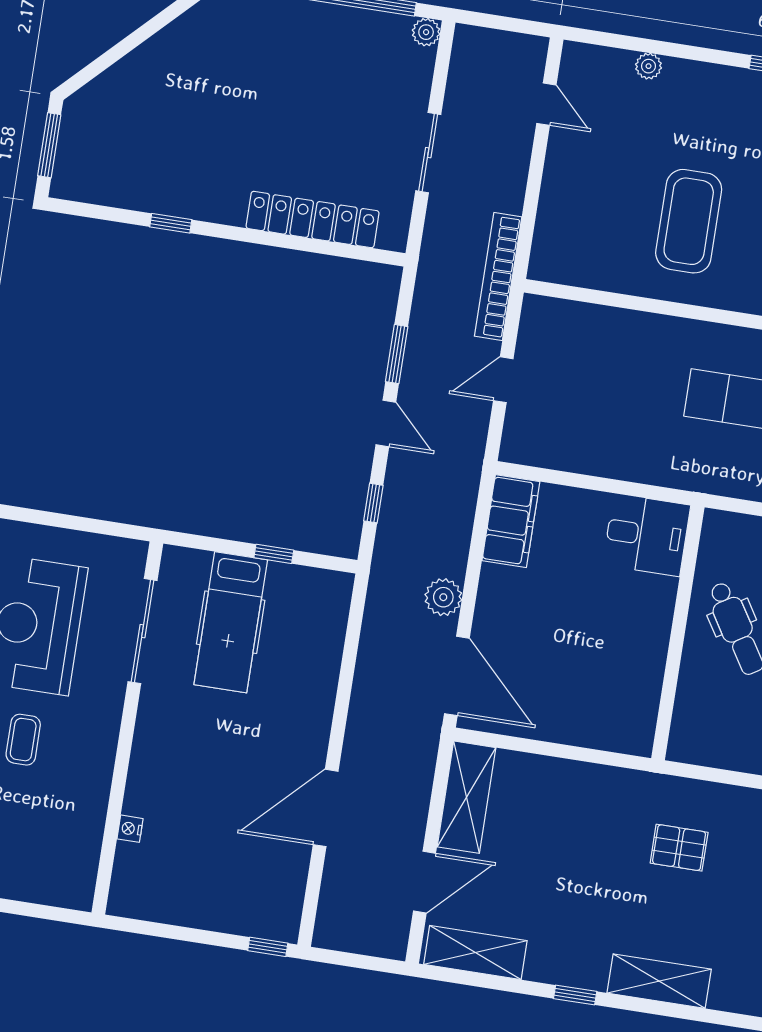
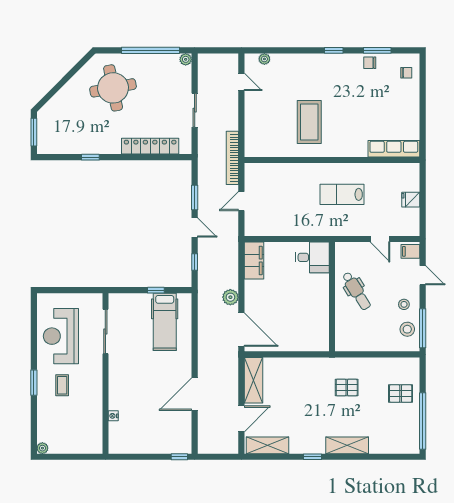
plant: (649, 66) -> (264, 59), moved
round table: (248, 72) -> (113, 88), added
hospital bed: (231, 622) -> (165, 322), moved

